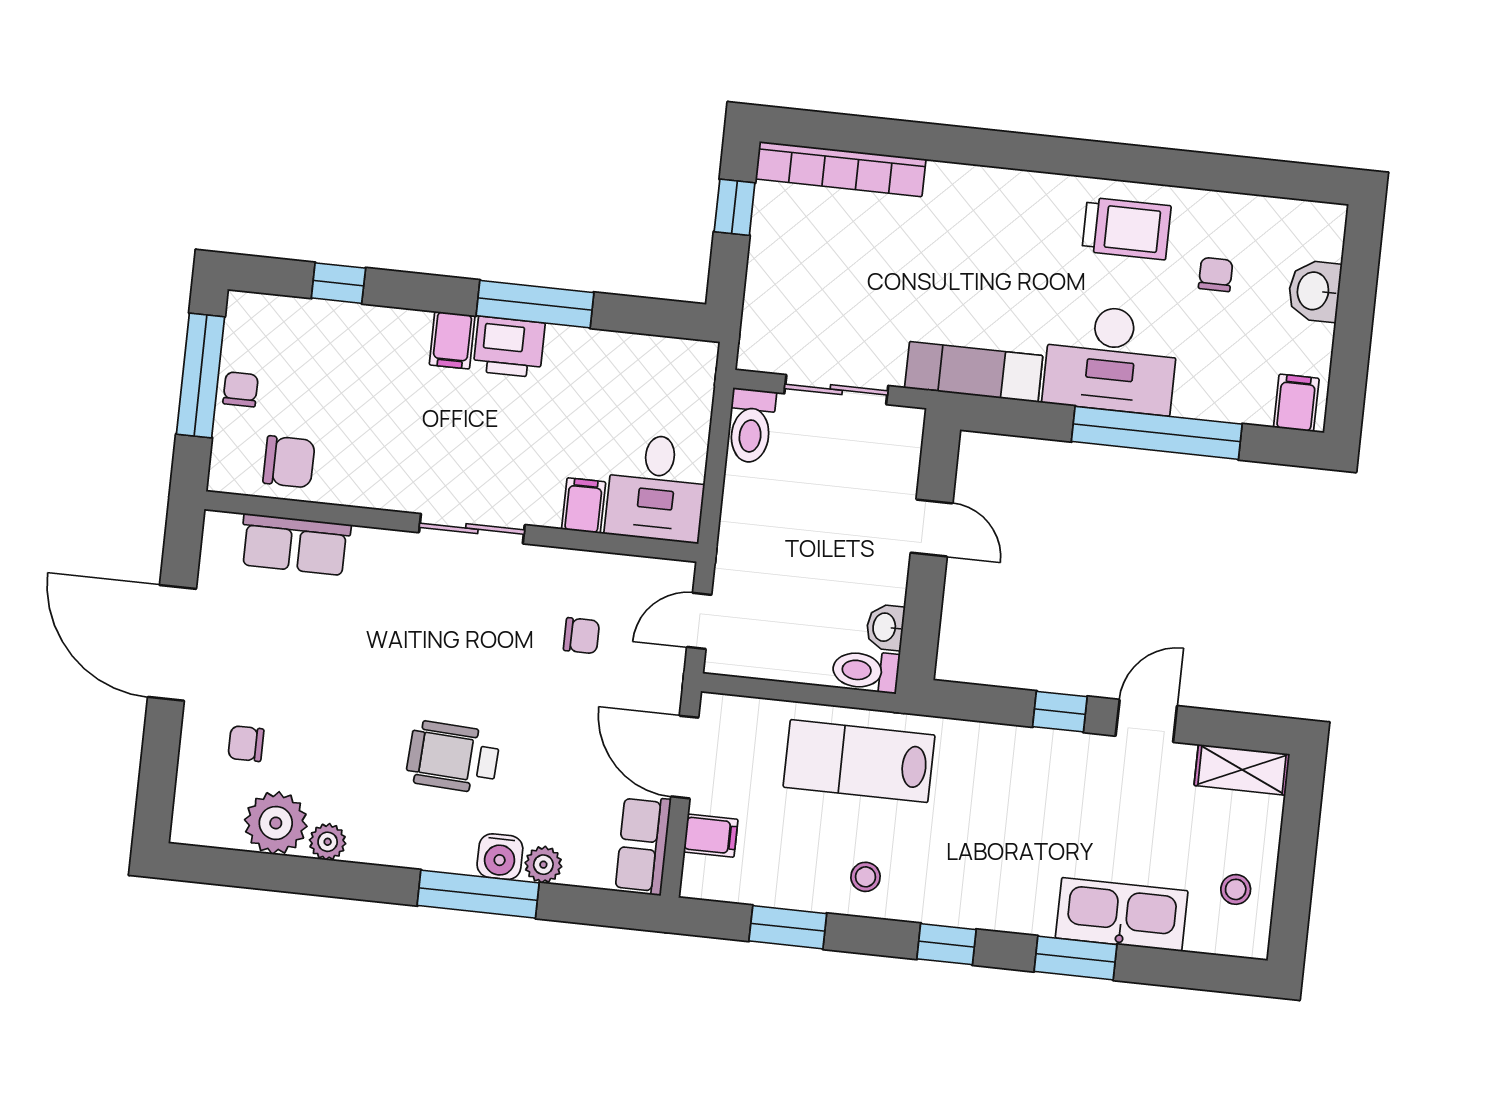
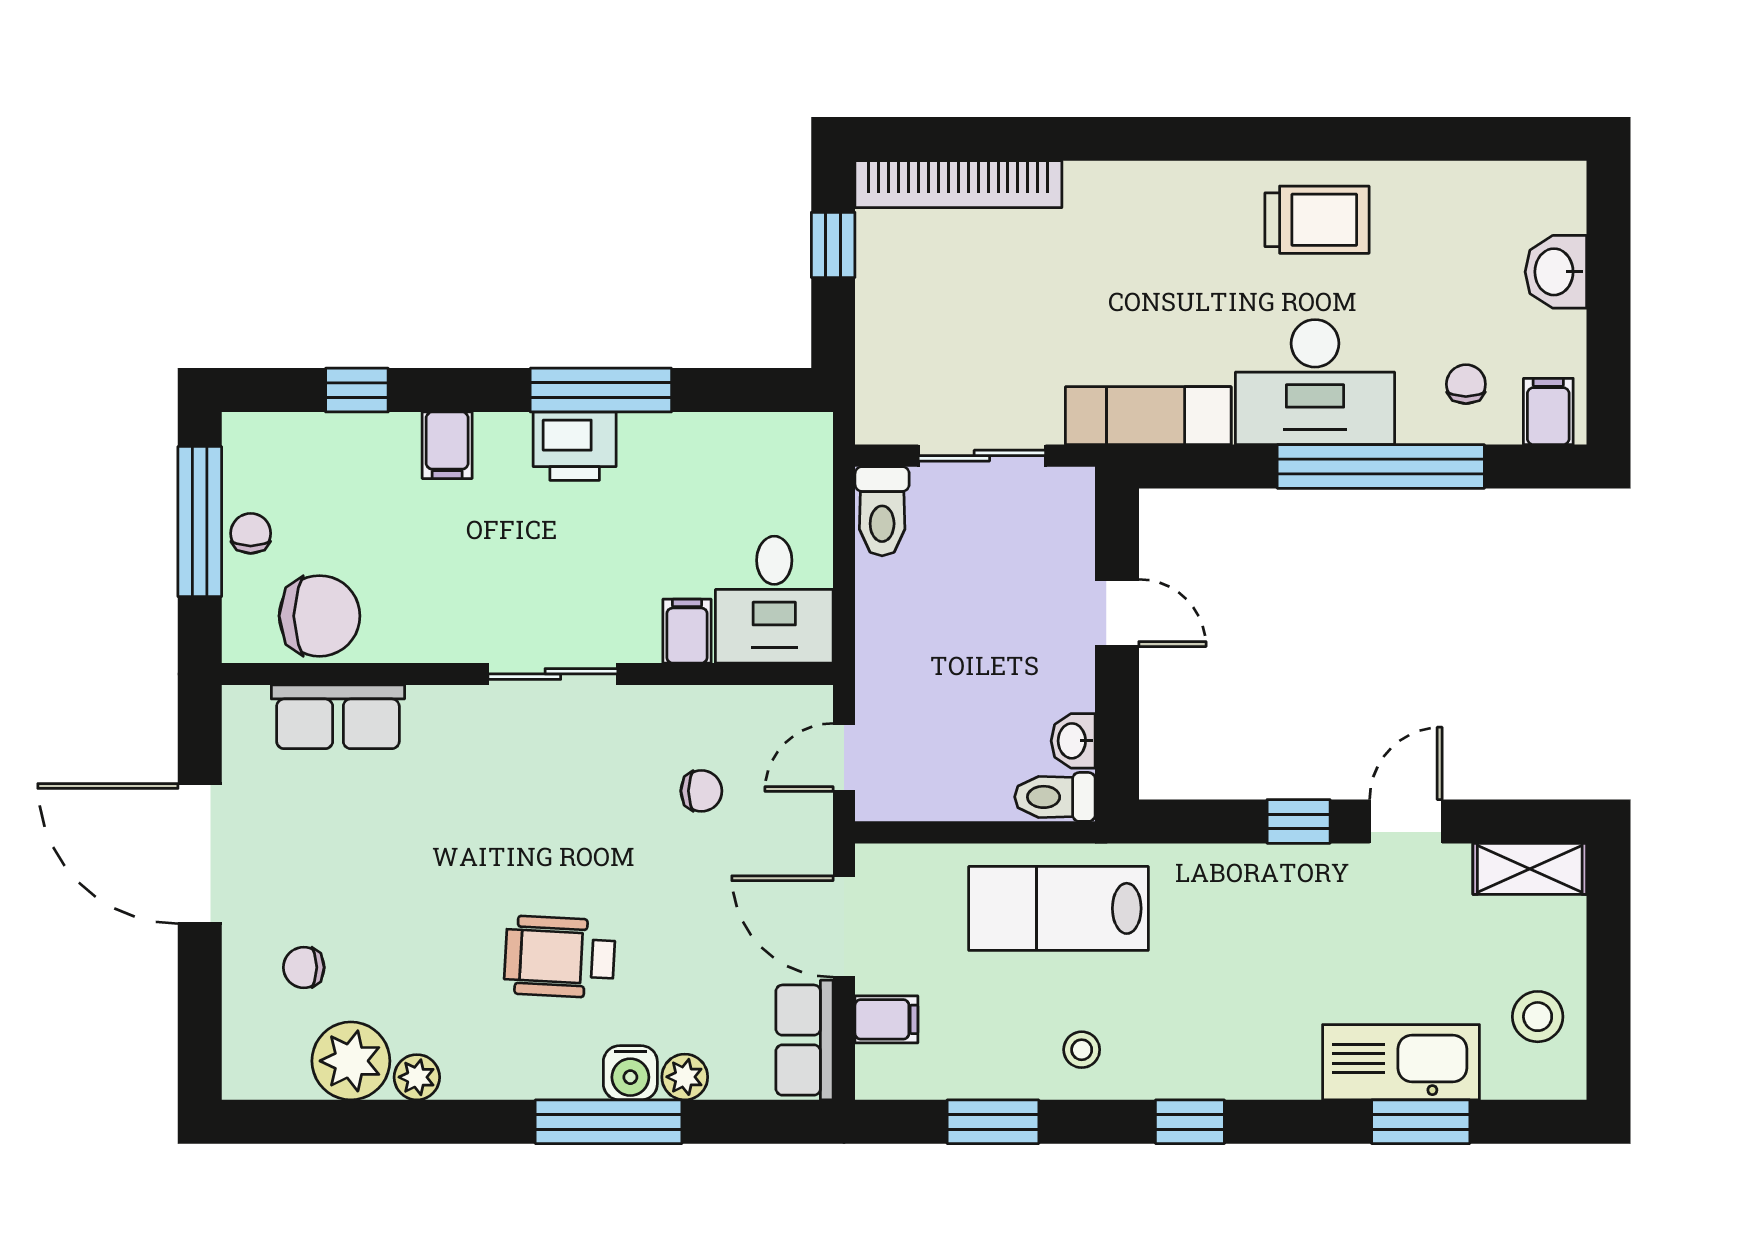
chair: (1216, 274) -> (1466, 384), moved
filing cabinet: (452, 340) -> (447, 445), moved
chair: (289, 462) -> (319, 616), width x1.37, depth x1.37
stool: (1236, 889) -> (1538, 1017), width x1.37, depth x1.37
window: (1075, 958) -> (1421, 1122), moved

